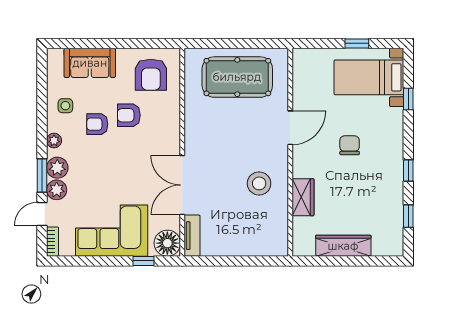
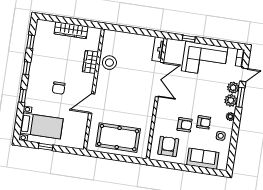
window: (408, 99) -> (23, 96), moved
stool: (259, 183) -> (109, 63), moved
floor lamp: (167, 243) -> (173, 47), removed

